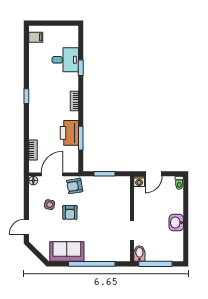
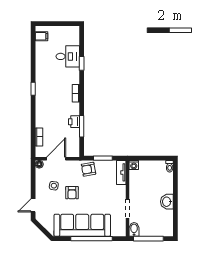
printer: (69, 133) -> (74, 122), width x0.53, depth x0.68
door: (154, 174) -> (147, 158), removed
armchair: (75, 186) -> (88, 169), moved
tv unit: (125, 190) -> (121, 172), added
sofa: (67, 252) -> (82, 225), width x1.85, depth x1.27

